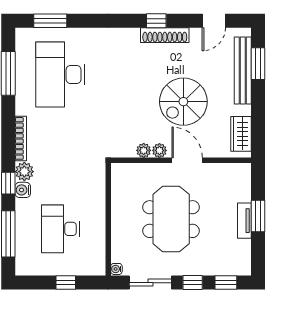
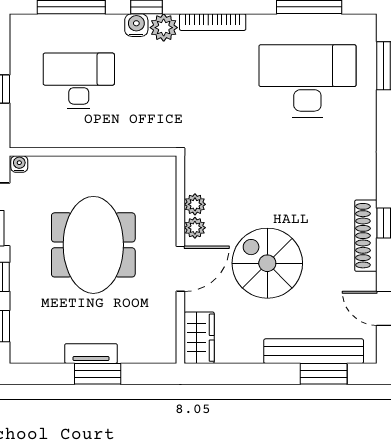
wardrobe: (241, 134) -> (199, 338), moved, turned 90
meeting table: (171, 219) -> (93, 245), turned 90

